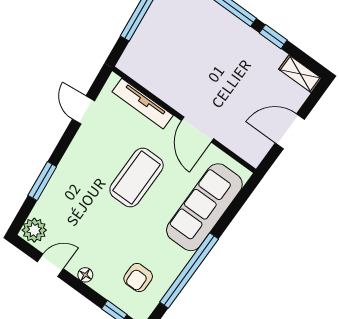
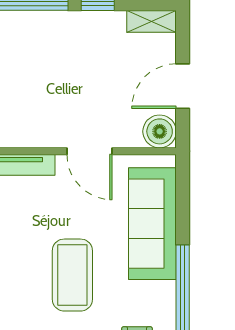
boiler: (253, 150) -> (160, 131), added
coffee table: (137, 178) -> (72, 275), moved

